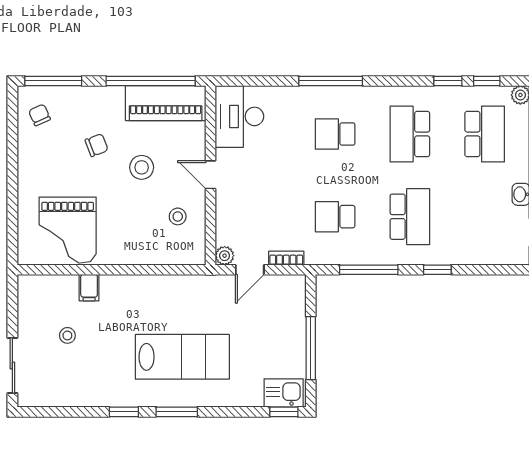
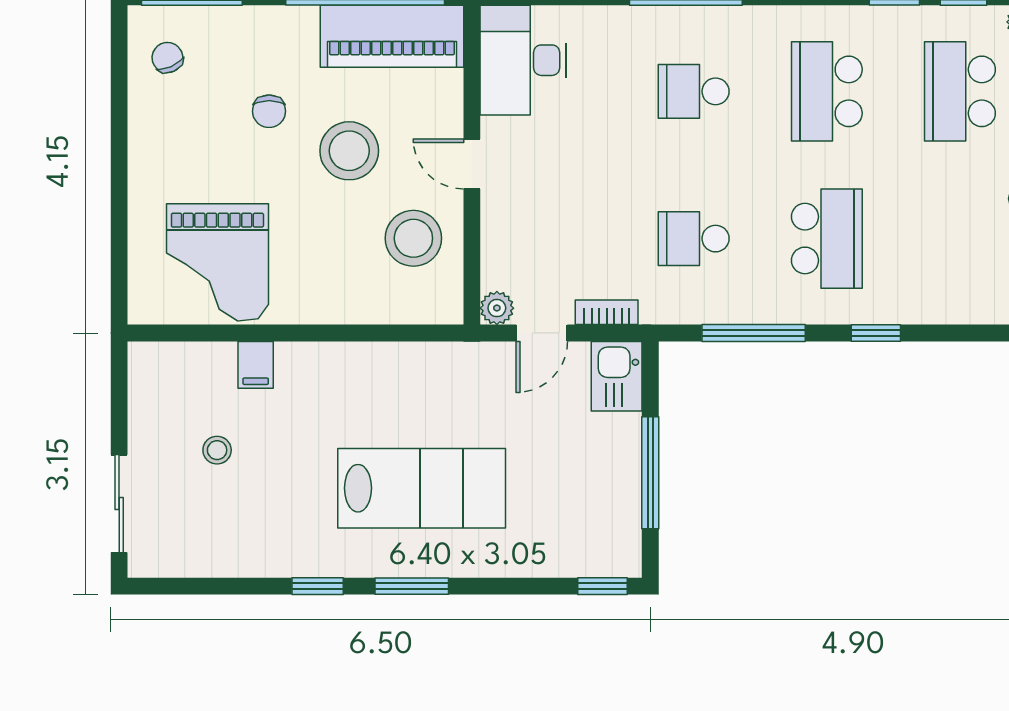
school desk: (485, 134) -> (960, 91), turned 180
chair: (97, 145) -> (269, 111), turned 111
stool: (142, 167) -> (349, 151), width x1.38, depth x1.38
stool: (178, 216) -> (413, 238), width x1.89, depth x1.89
kitchen sink: (284, 393) -> (617, 376), moved, turned -90

